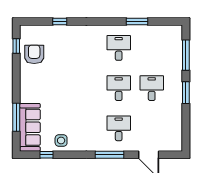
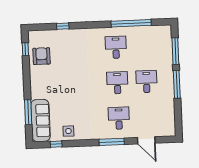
window: (137, 22) -> (131, 23), width x2.11
window: (186, 93) -> (177, 84), width x1.44

